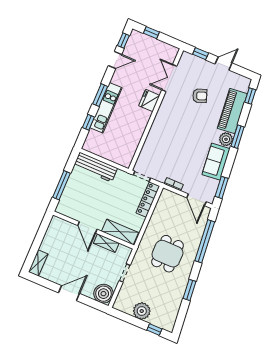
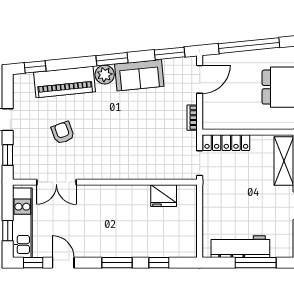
fridge: (149, 101) -> (164, 196), moved
kitchen unit: (106, 108) -> (22, 223), moved, turned 90
window: (238, 137) -> (112, 59), moved
workbench: (96, 167) -> (240, 247), moved, turned -90

